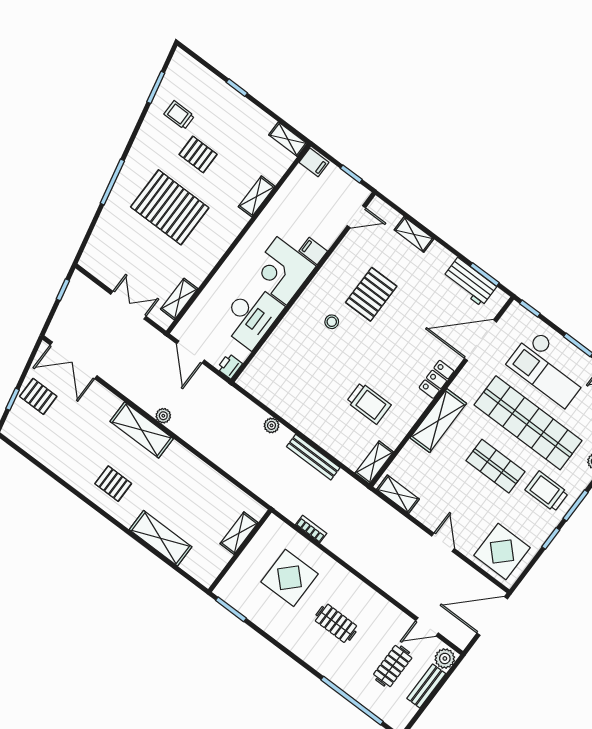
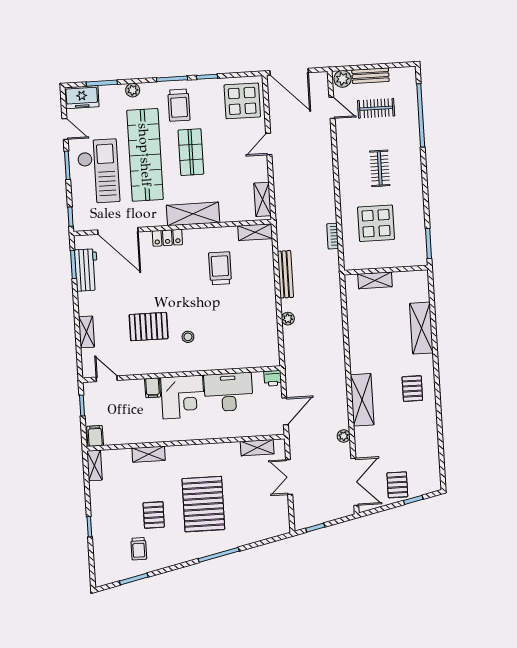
plant: (163, 416) -> (344, 436), moved

